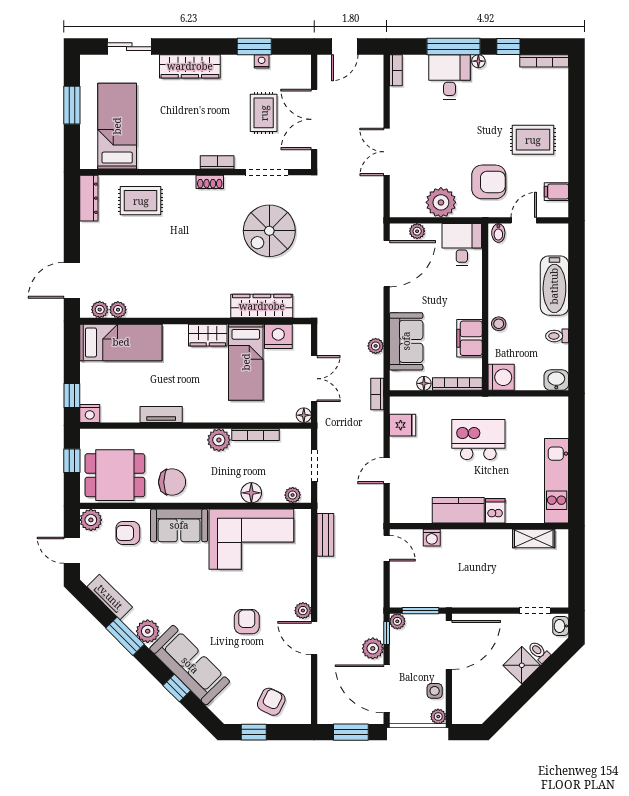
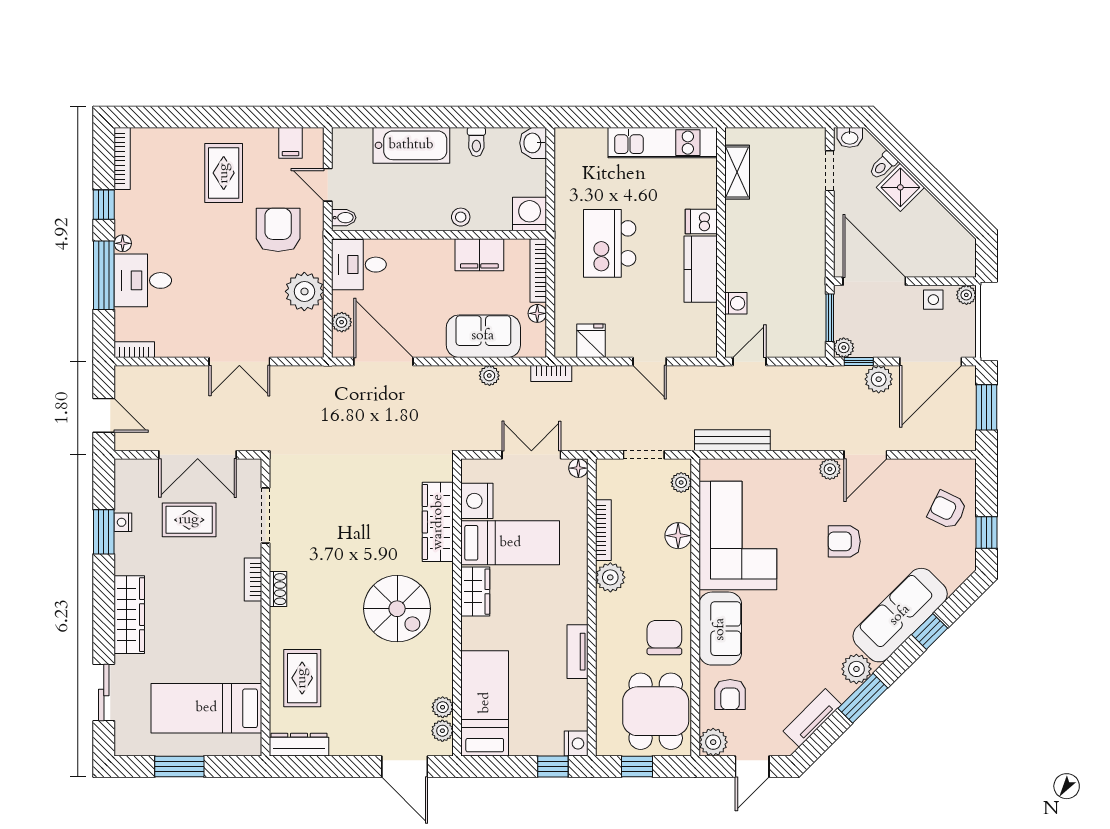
spiral stairs: (269, 231) -> (397, 609), moved
bench: (325, 535) -> (732, 440), width x1.36

